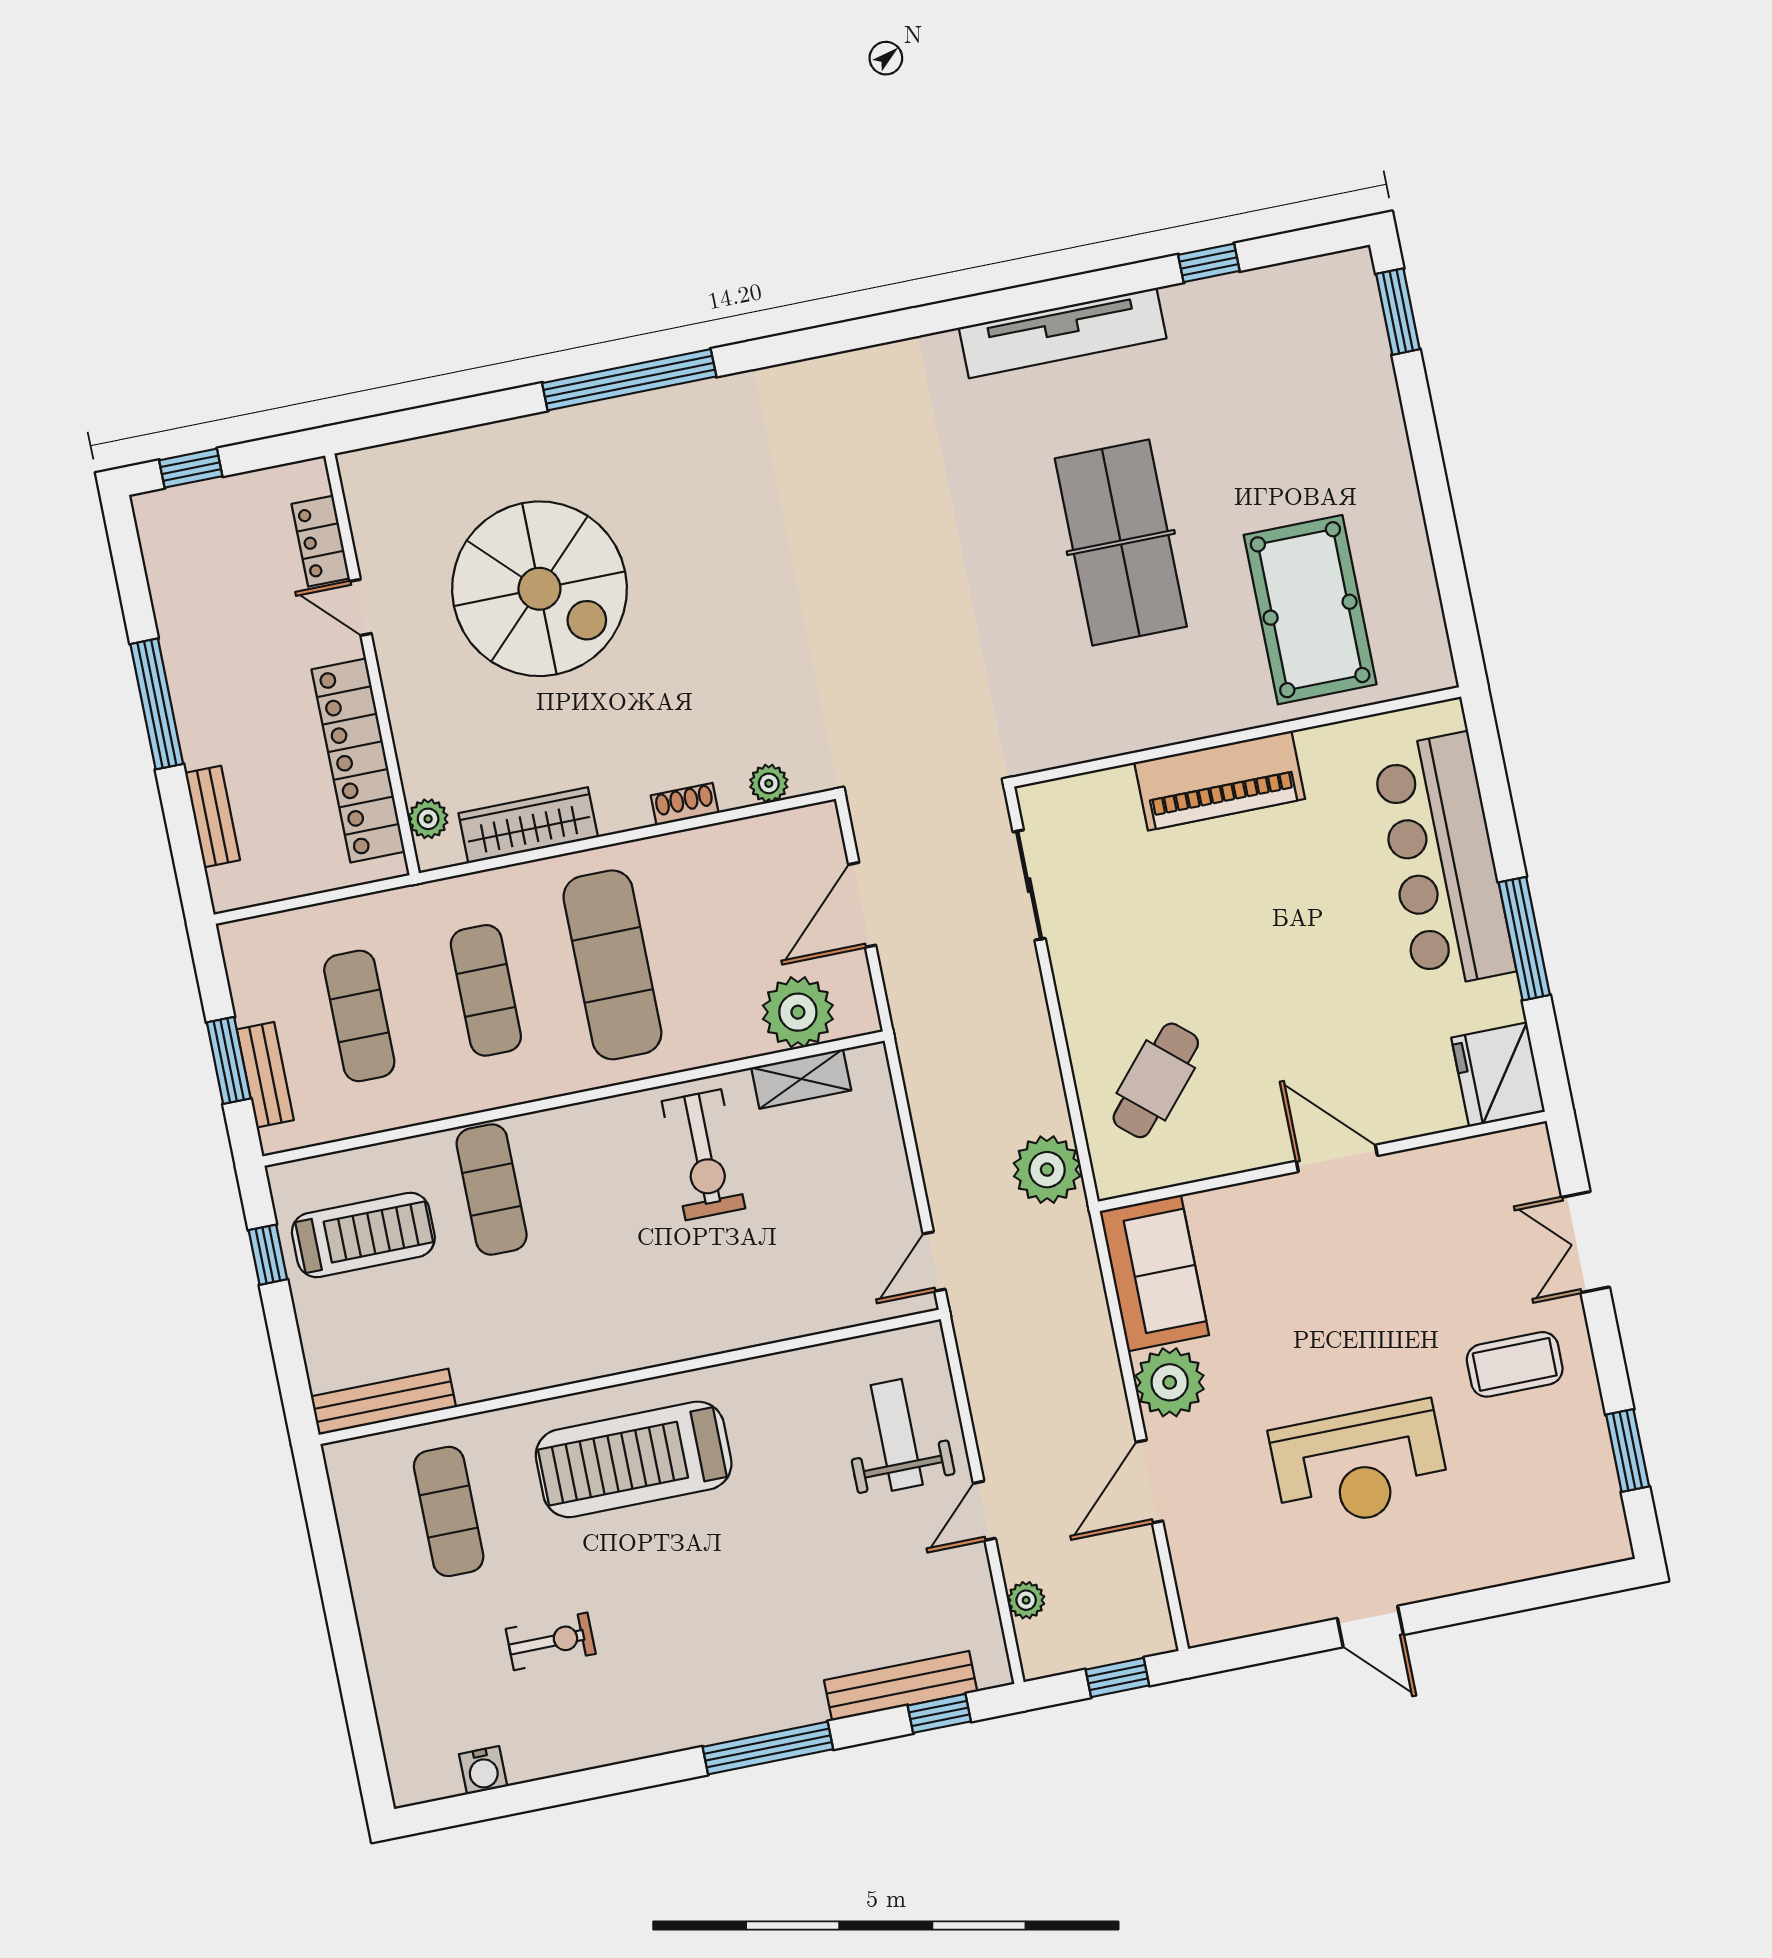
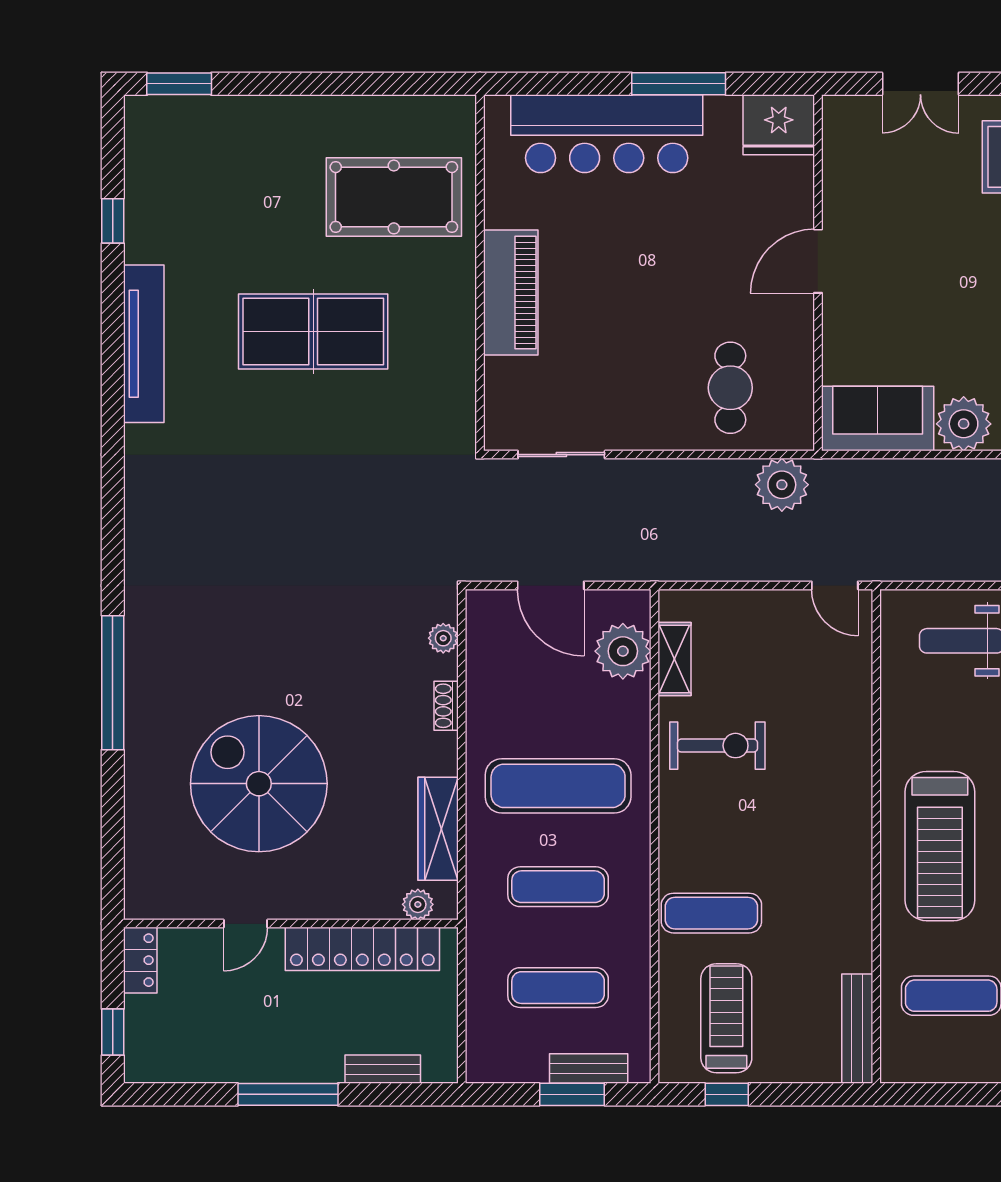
locker: (321, 541) -> (140, 960), moved, turned -90
spiral stairs: (539, 589) -> (259, 784), turned -90
cafe table: (1156, 1080) -> (730, 388), turned 49

